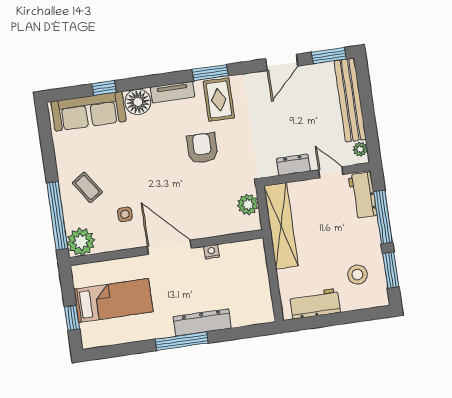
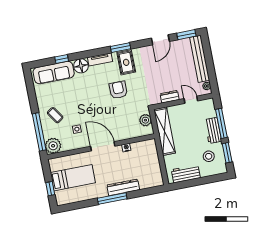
workbench: (363, 195) -> (213, 130), moved

